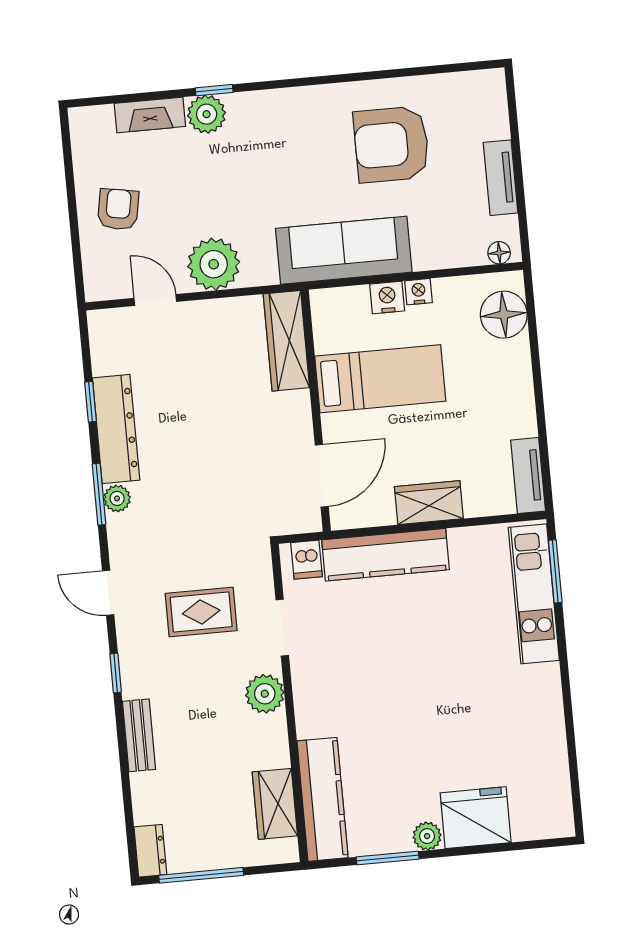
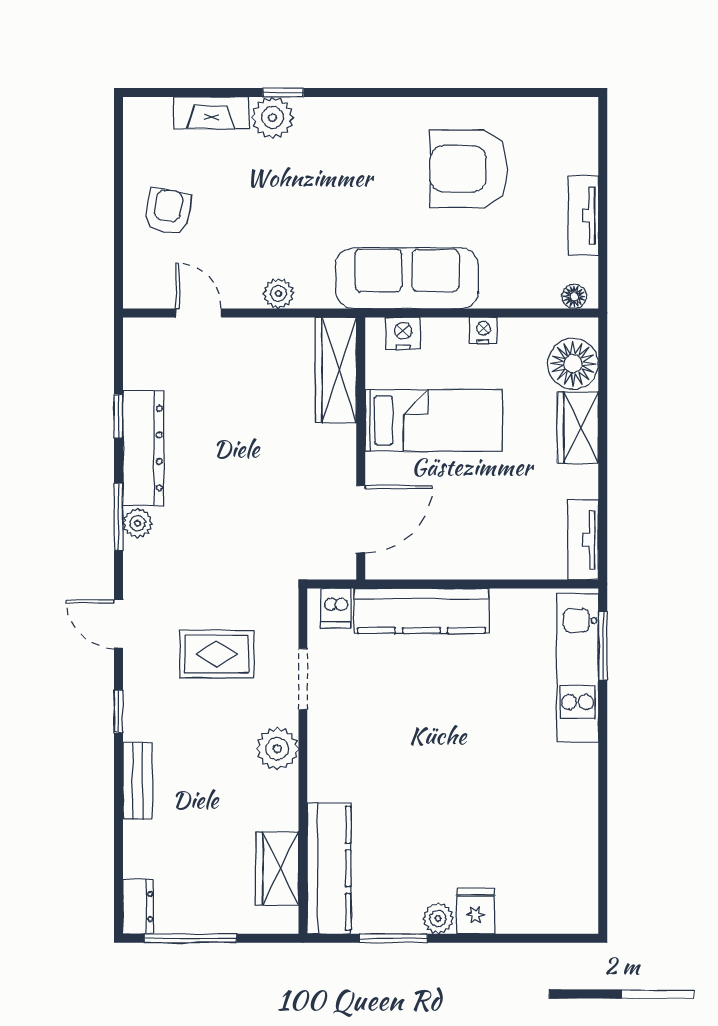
plant: (214, 264) -> (278, 293), width x0.53, depth x0.53
nightstand: (387, 297) -> (403, 333), moved
wardrobe: (429, 503) -> (578, 428), moved, turned -90
fridge: (476, 818) -> (476, 911), width x0.53, depth x0.75

